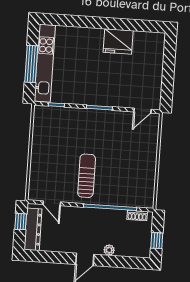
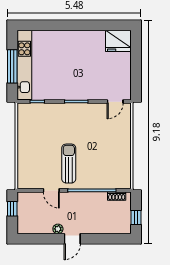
fridge: (118, 41) -> (118, 41), moved
door: (52, 203) -> (51, 190), moved
dresser: (33, 229) -> (24, 215), removed
plant: (109, 250) -> (58, 229), moved

